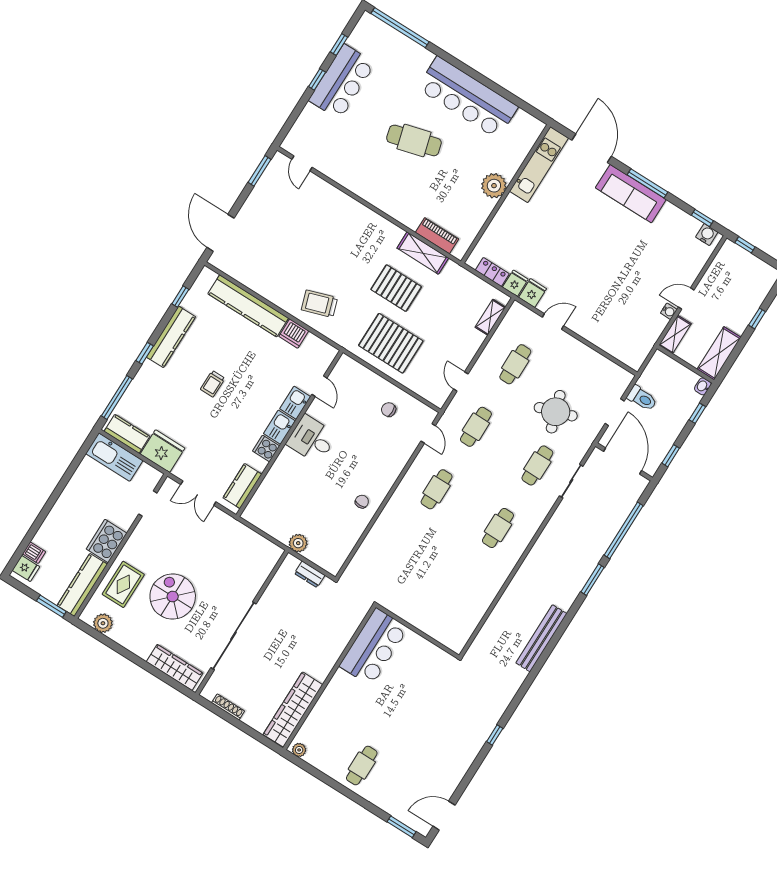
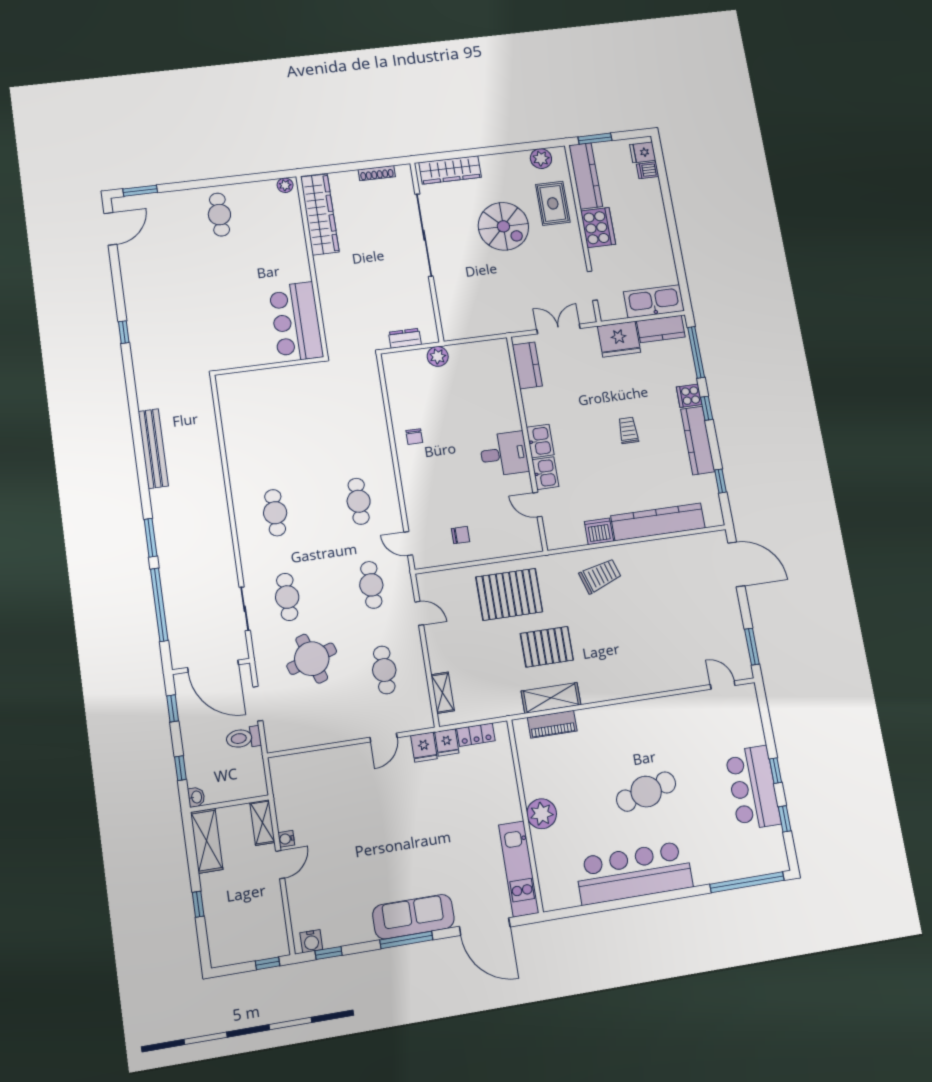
cooker: (266, 448) -> (689, 396), moved, turned 180

